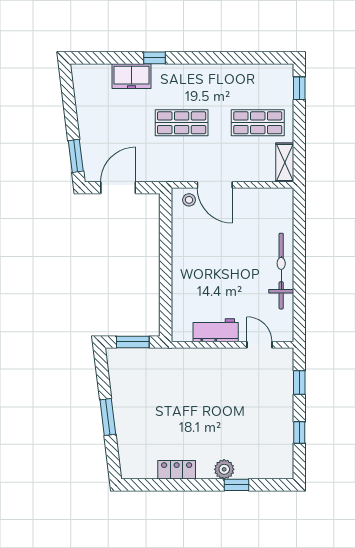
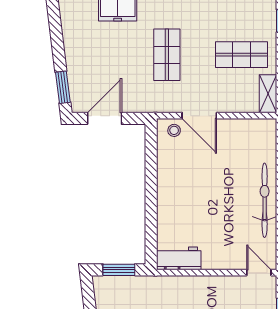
shop shelf: (182, 123) -> (167, 55), turned 90
workbench: (216, 330) -> (179, 258), moved
door: (260, 345) -> (259, 273), moved

